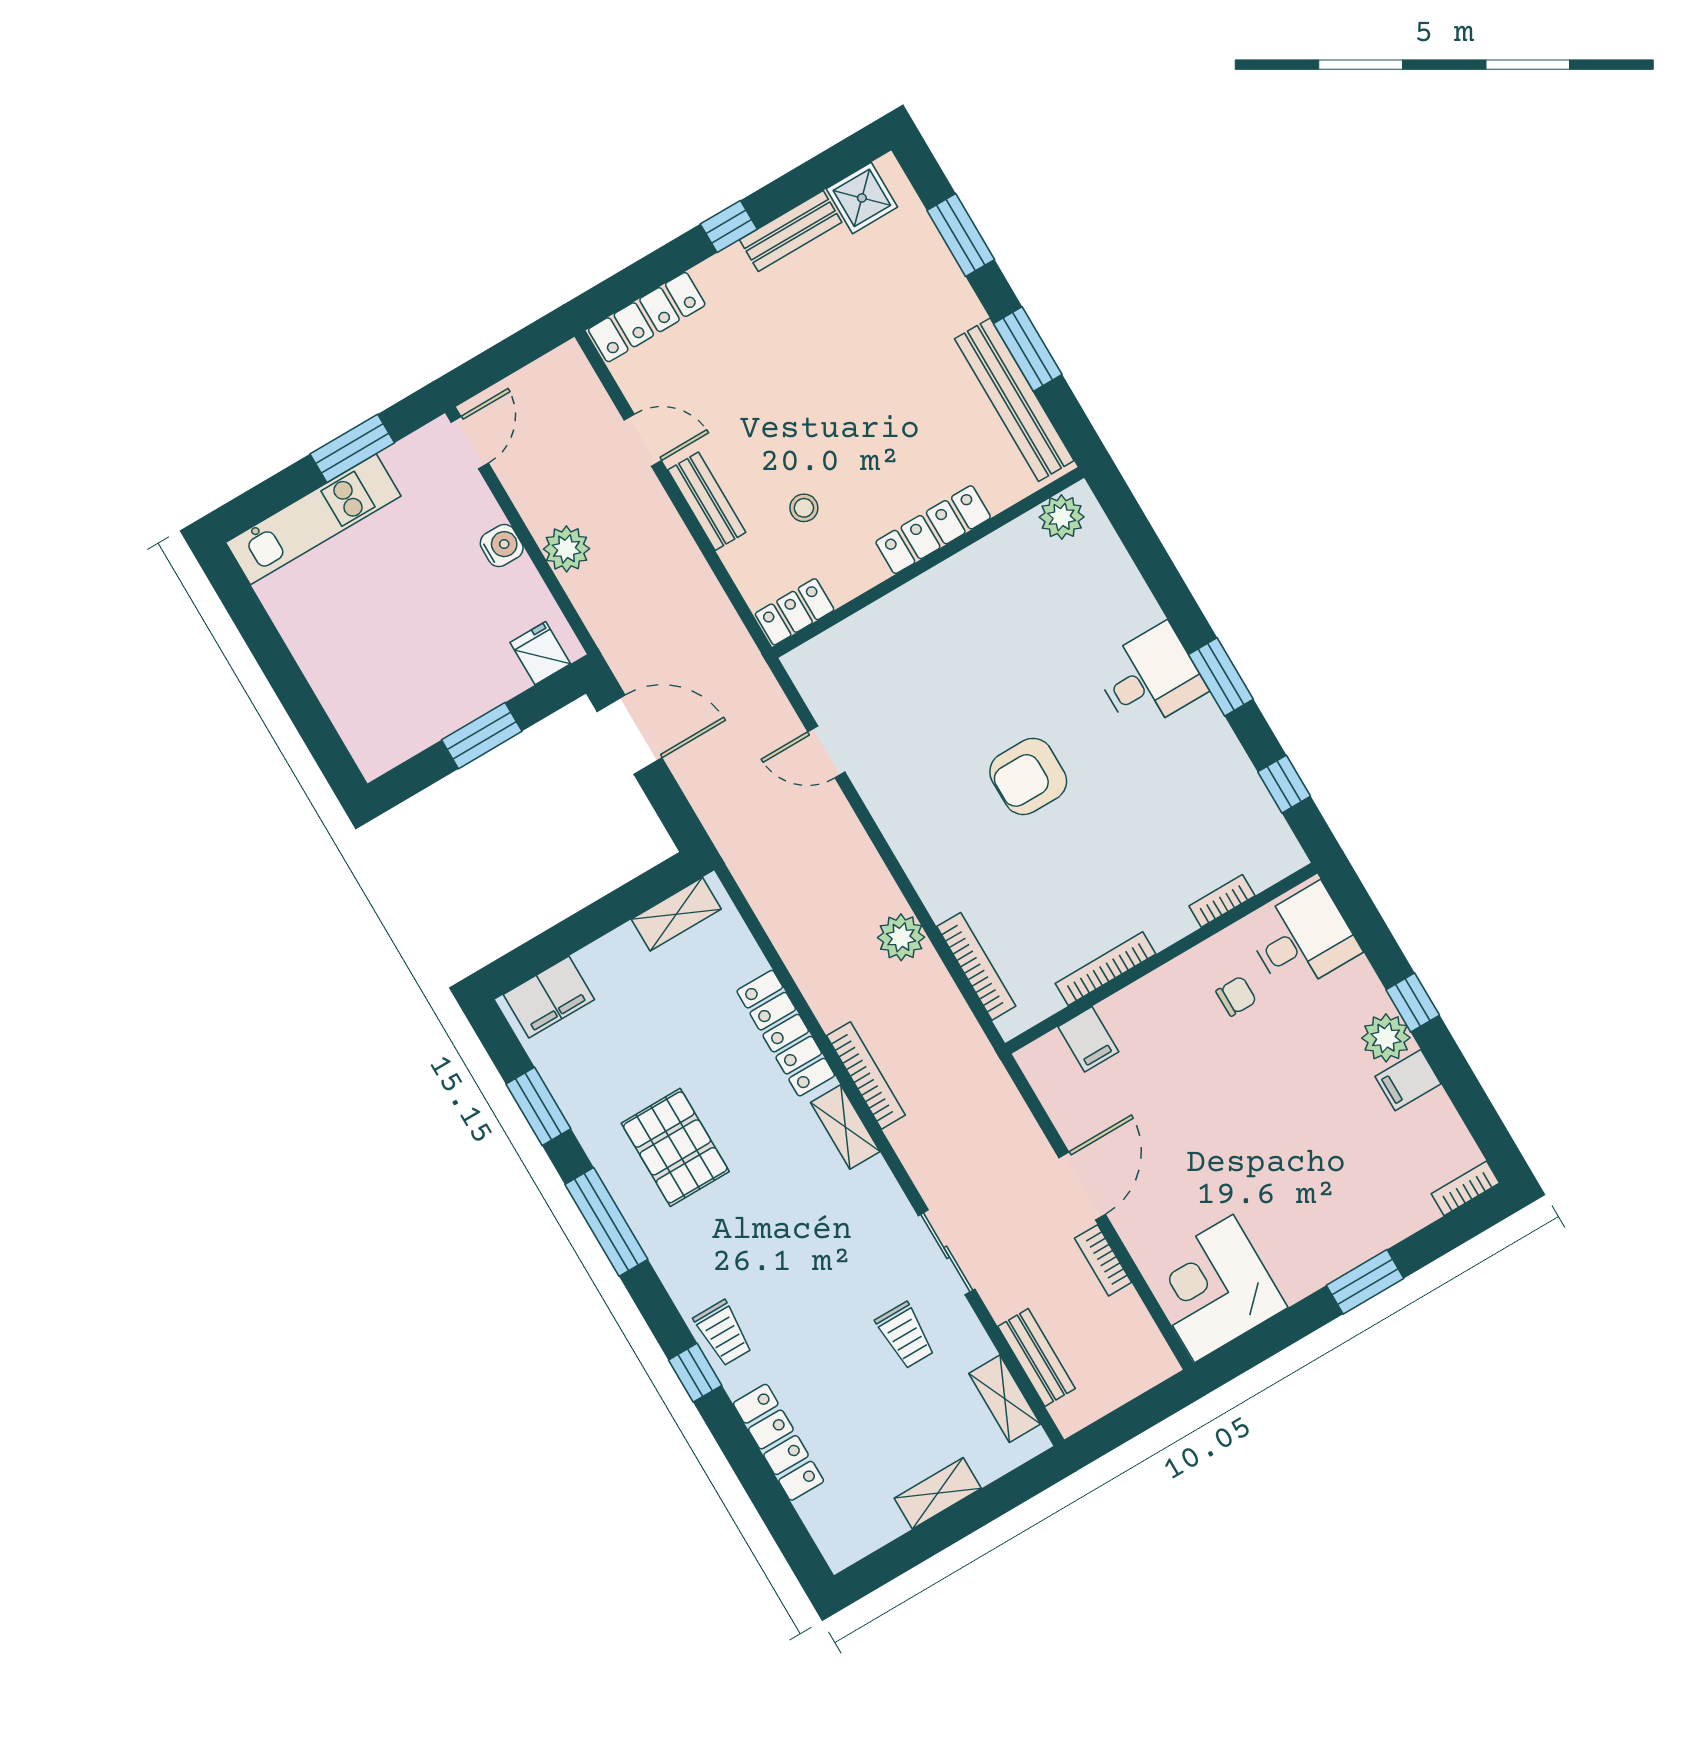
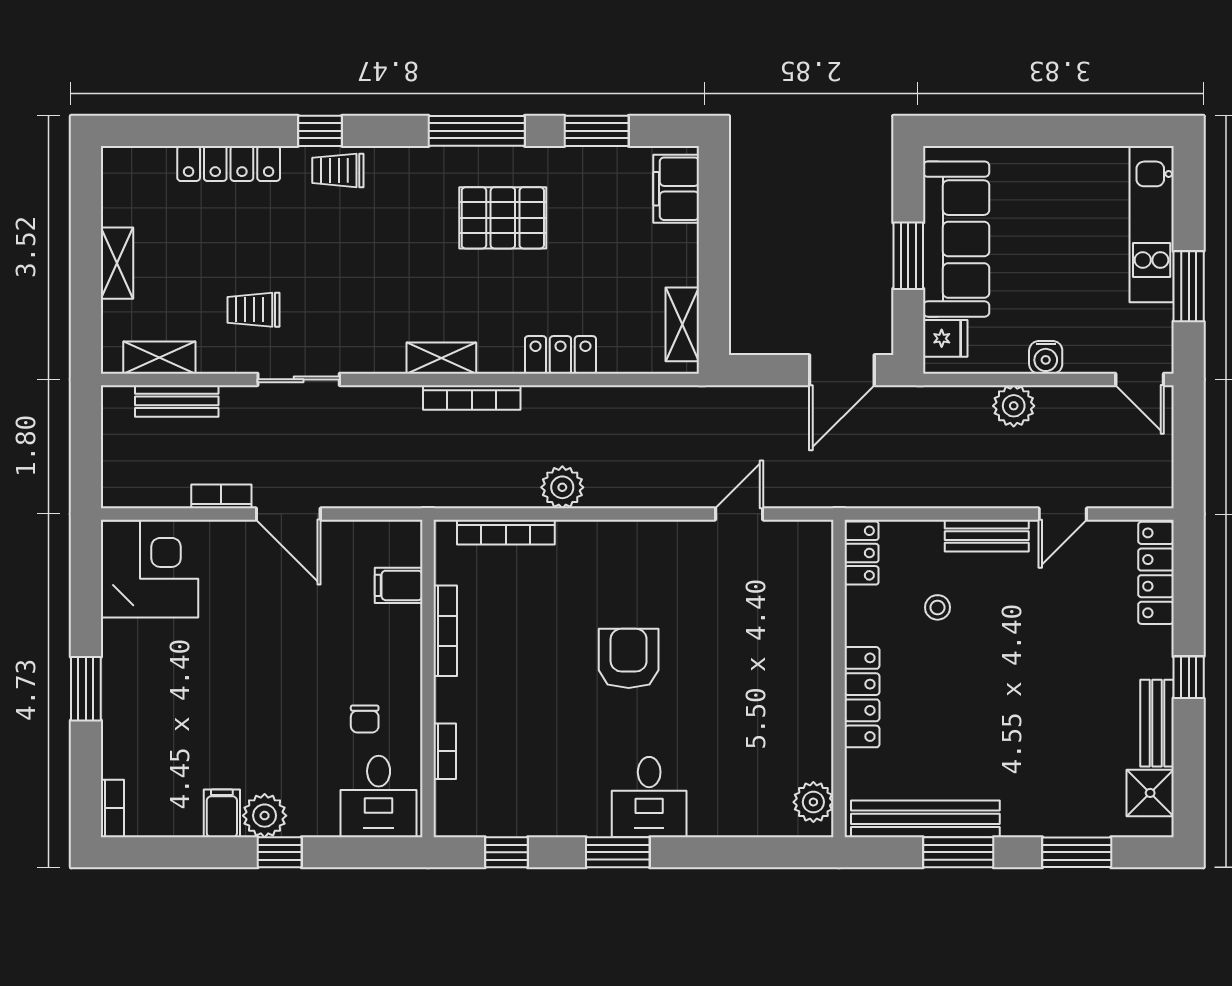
sofa: (439, 699) -> (956, 239), added
locker: (786, 1033) -> (560, 355), width x0.66

